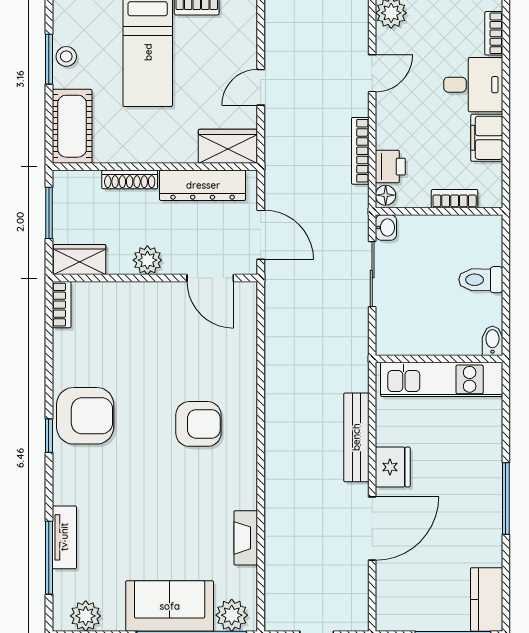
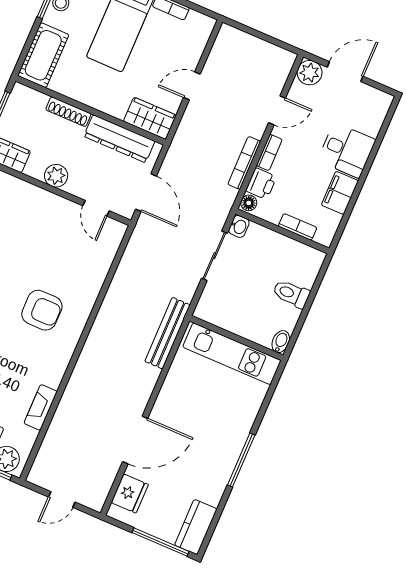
bookcase: (494, 33) -> (269, 152), moved, turned 180
door: (210, 278) -> (96, 208), width x0.73
bench: (356, 437) -> (168, 333), moved
fridge: (393, 467) -> (130, 493), moved

